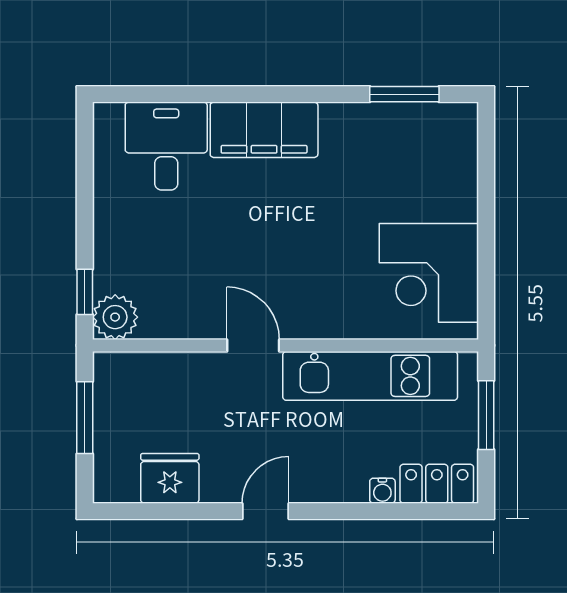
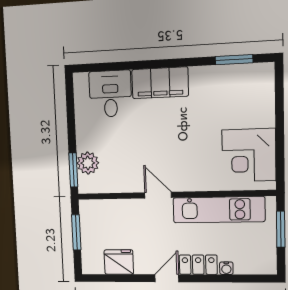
window: (85, 292) -> (73, 170), width x1.50
plant: (115, 317) -> (88, 163), moved
locker: (437, 484) -> (198, 265), moved

